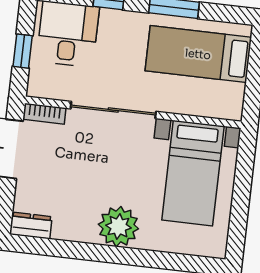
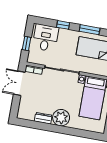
dresser: (31, 226) -> (43, 118), moved

